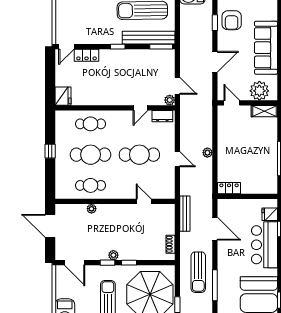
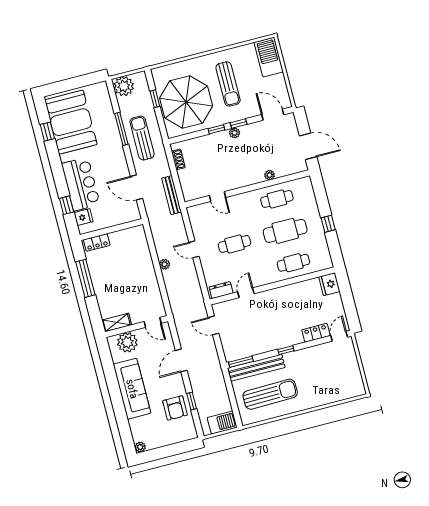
armchair: (232, 20) -> (175, 408), turned 180
plant: (170, 100) -> (218, 309), removed
cafe table: (139, 155) -> (235, 244), width x0.73, depth x0.74
locker: (229, 188) -> (97, 242), moved

